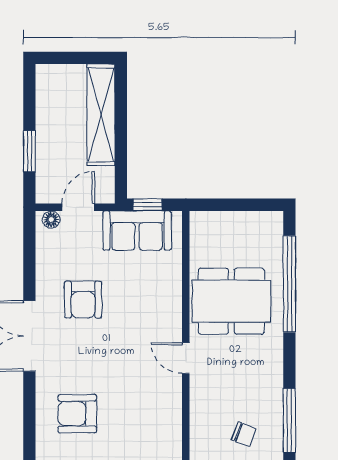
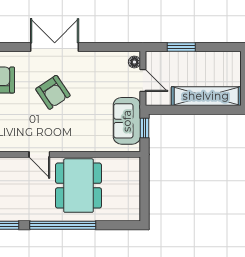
window: (289, 284) -> (63, 225), moved
armchair: (83, 300) -> (53, 92), moved, turned -124
door: (186, 358) -> (39, 154), swing flipped

